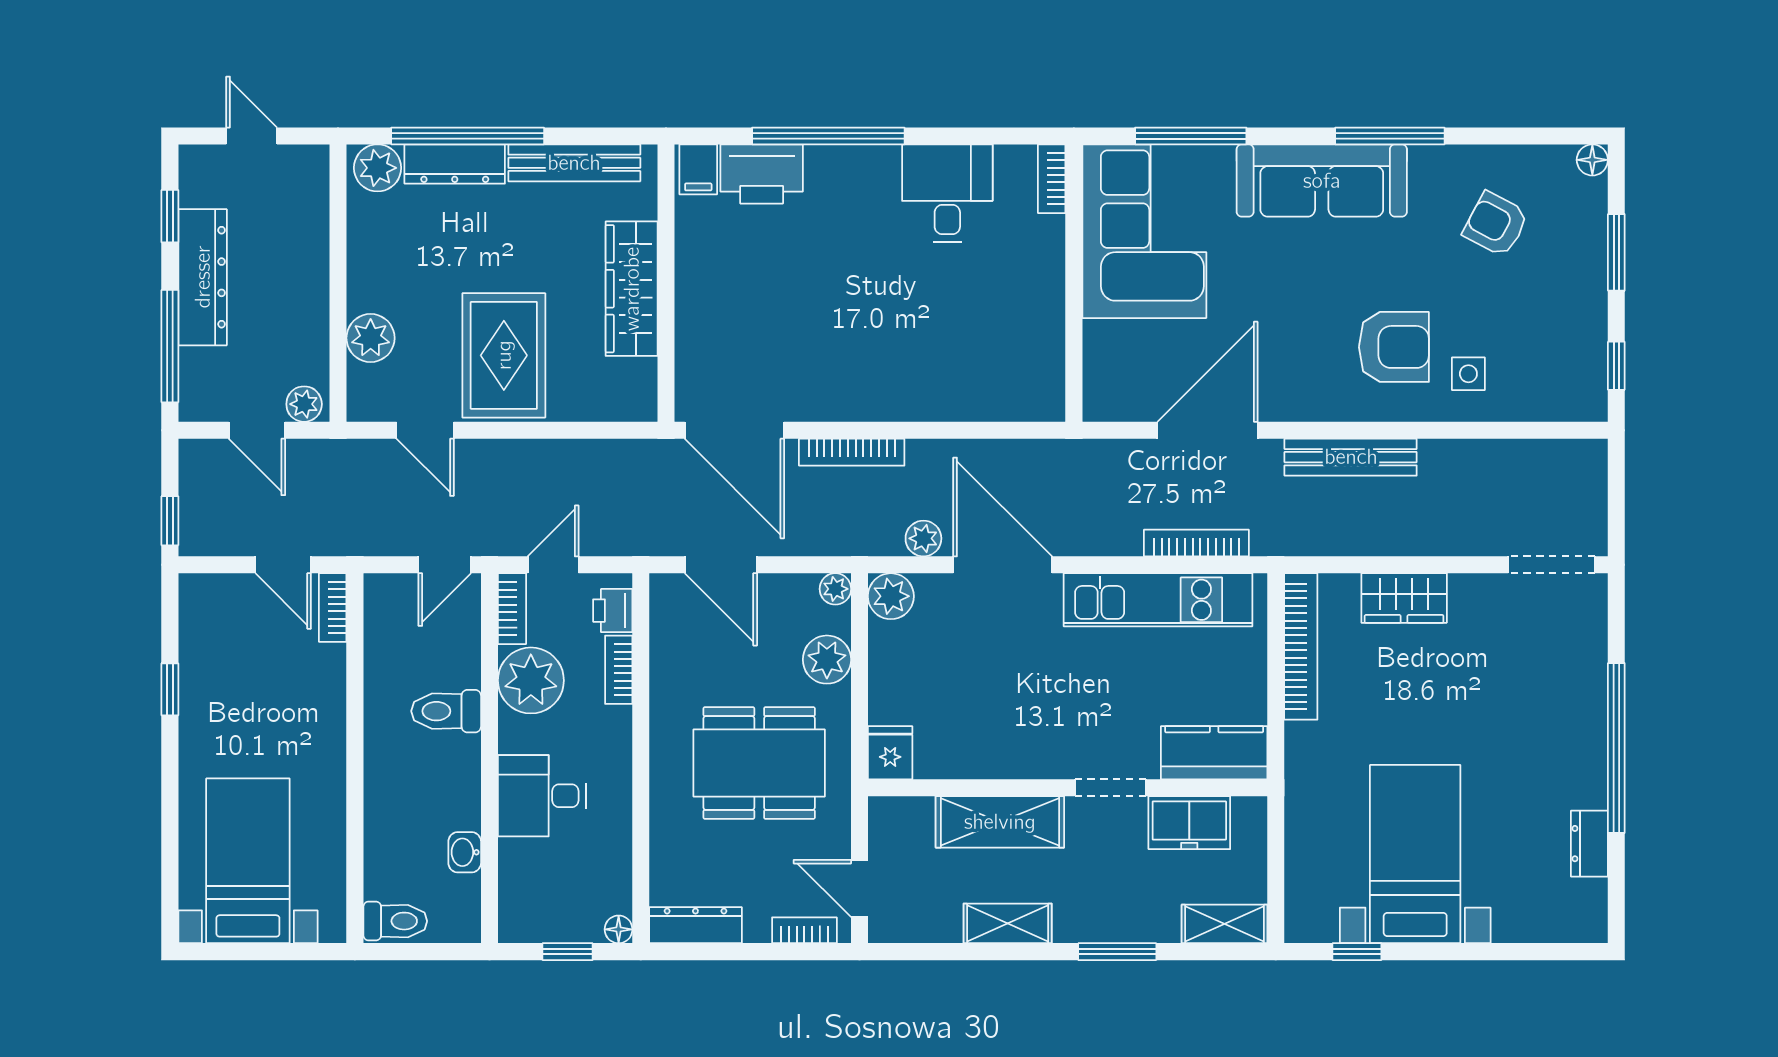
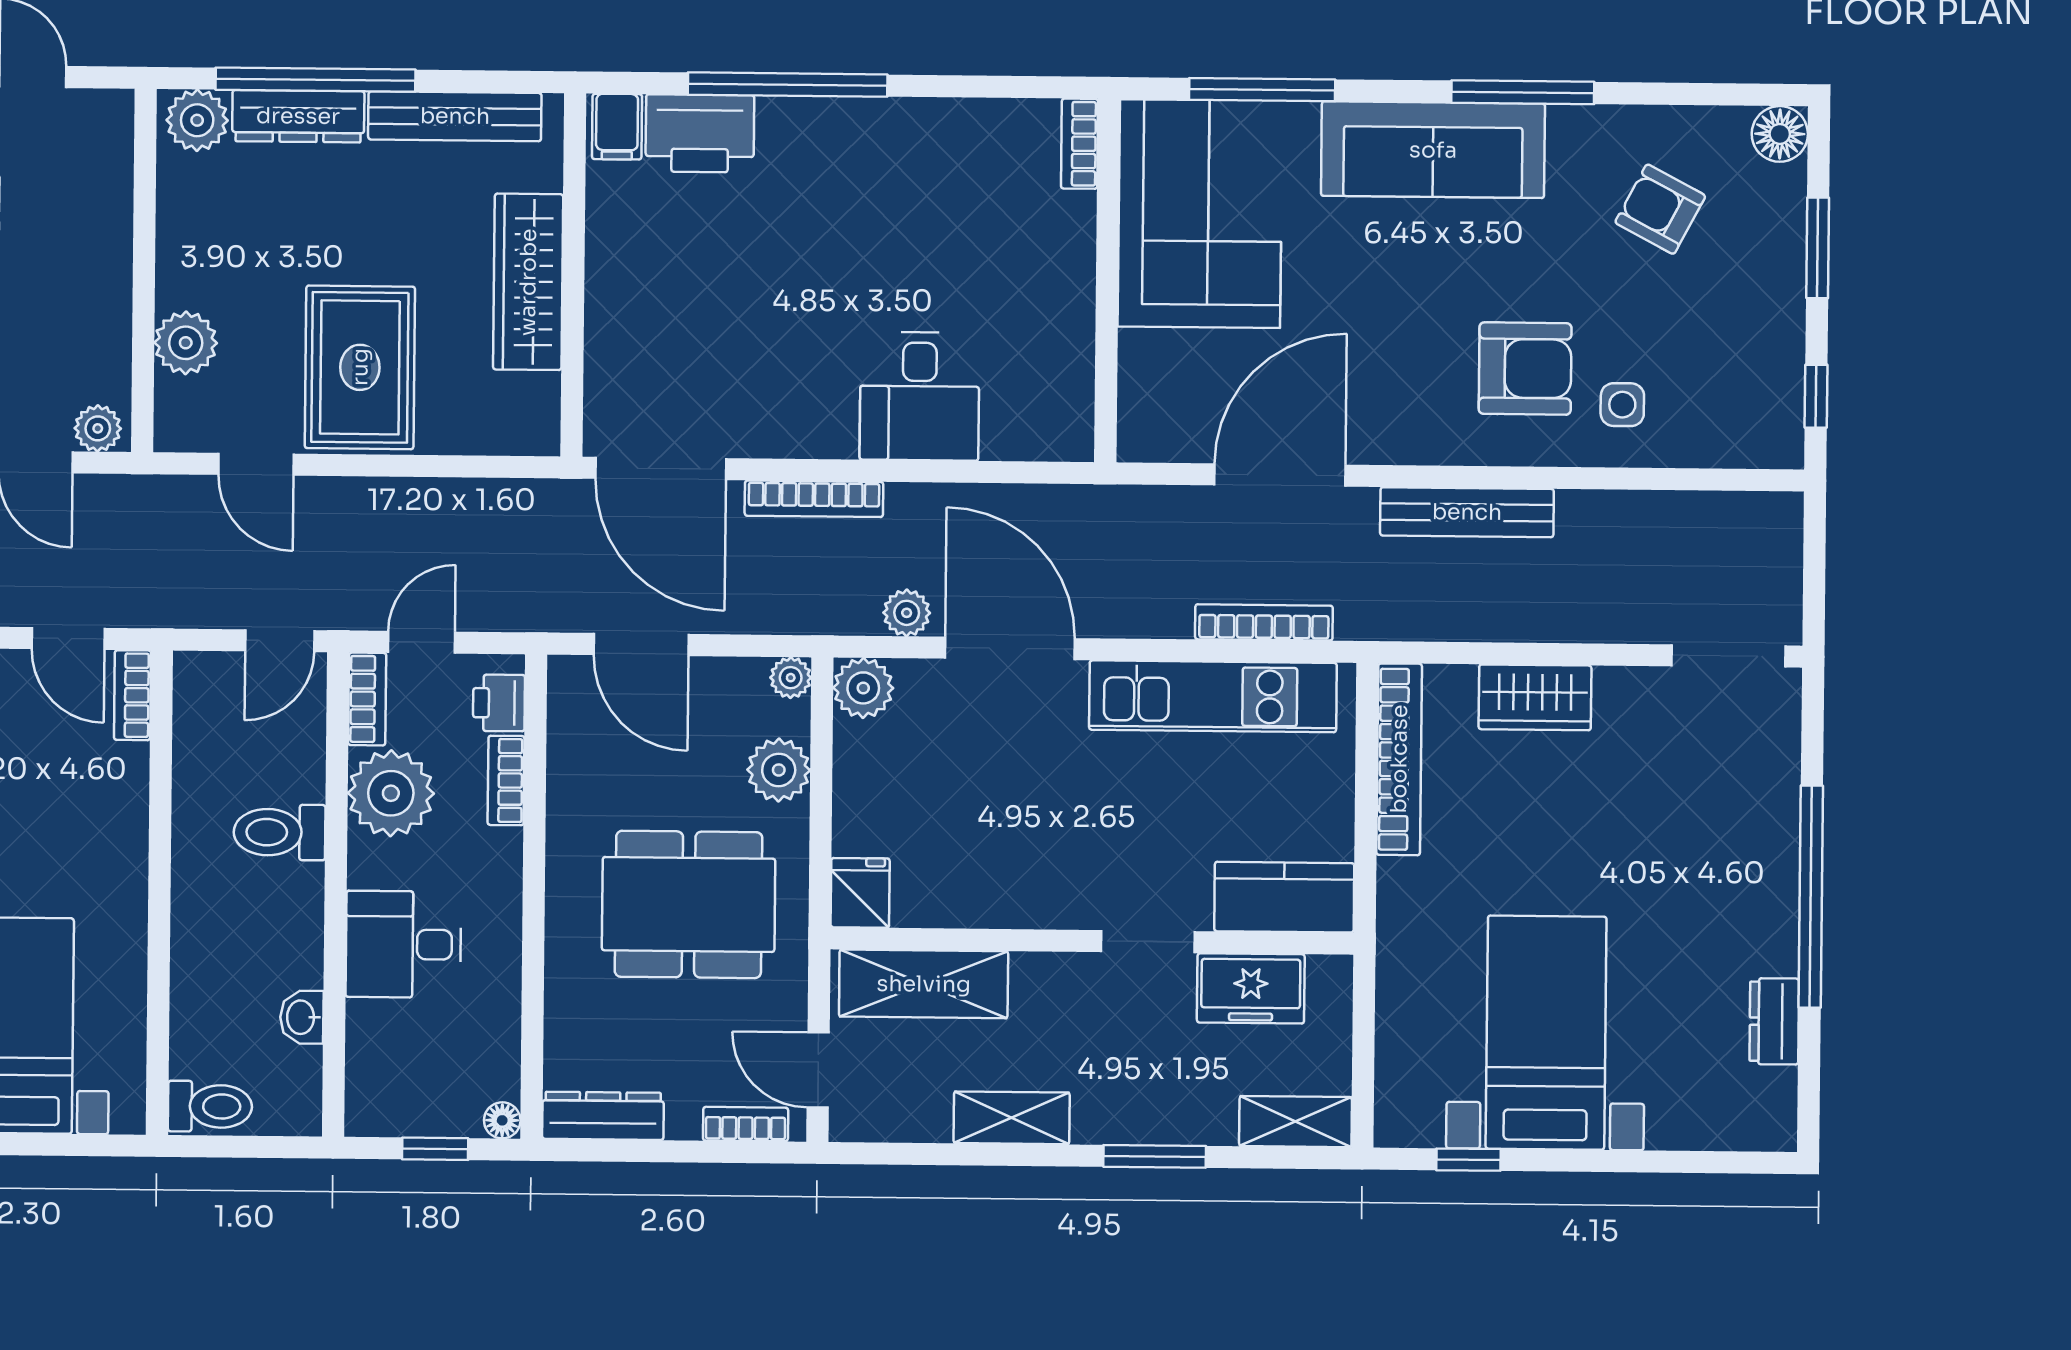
floor lamp: (1592, 160) -> (1780, 134), width x1.37, depth x1.37
desk: (947, 193) -> (920, 396), moved, turned 180
shelving: (1000, 822) -> (924, 984), moved

